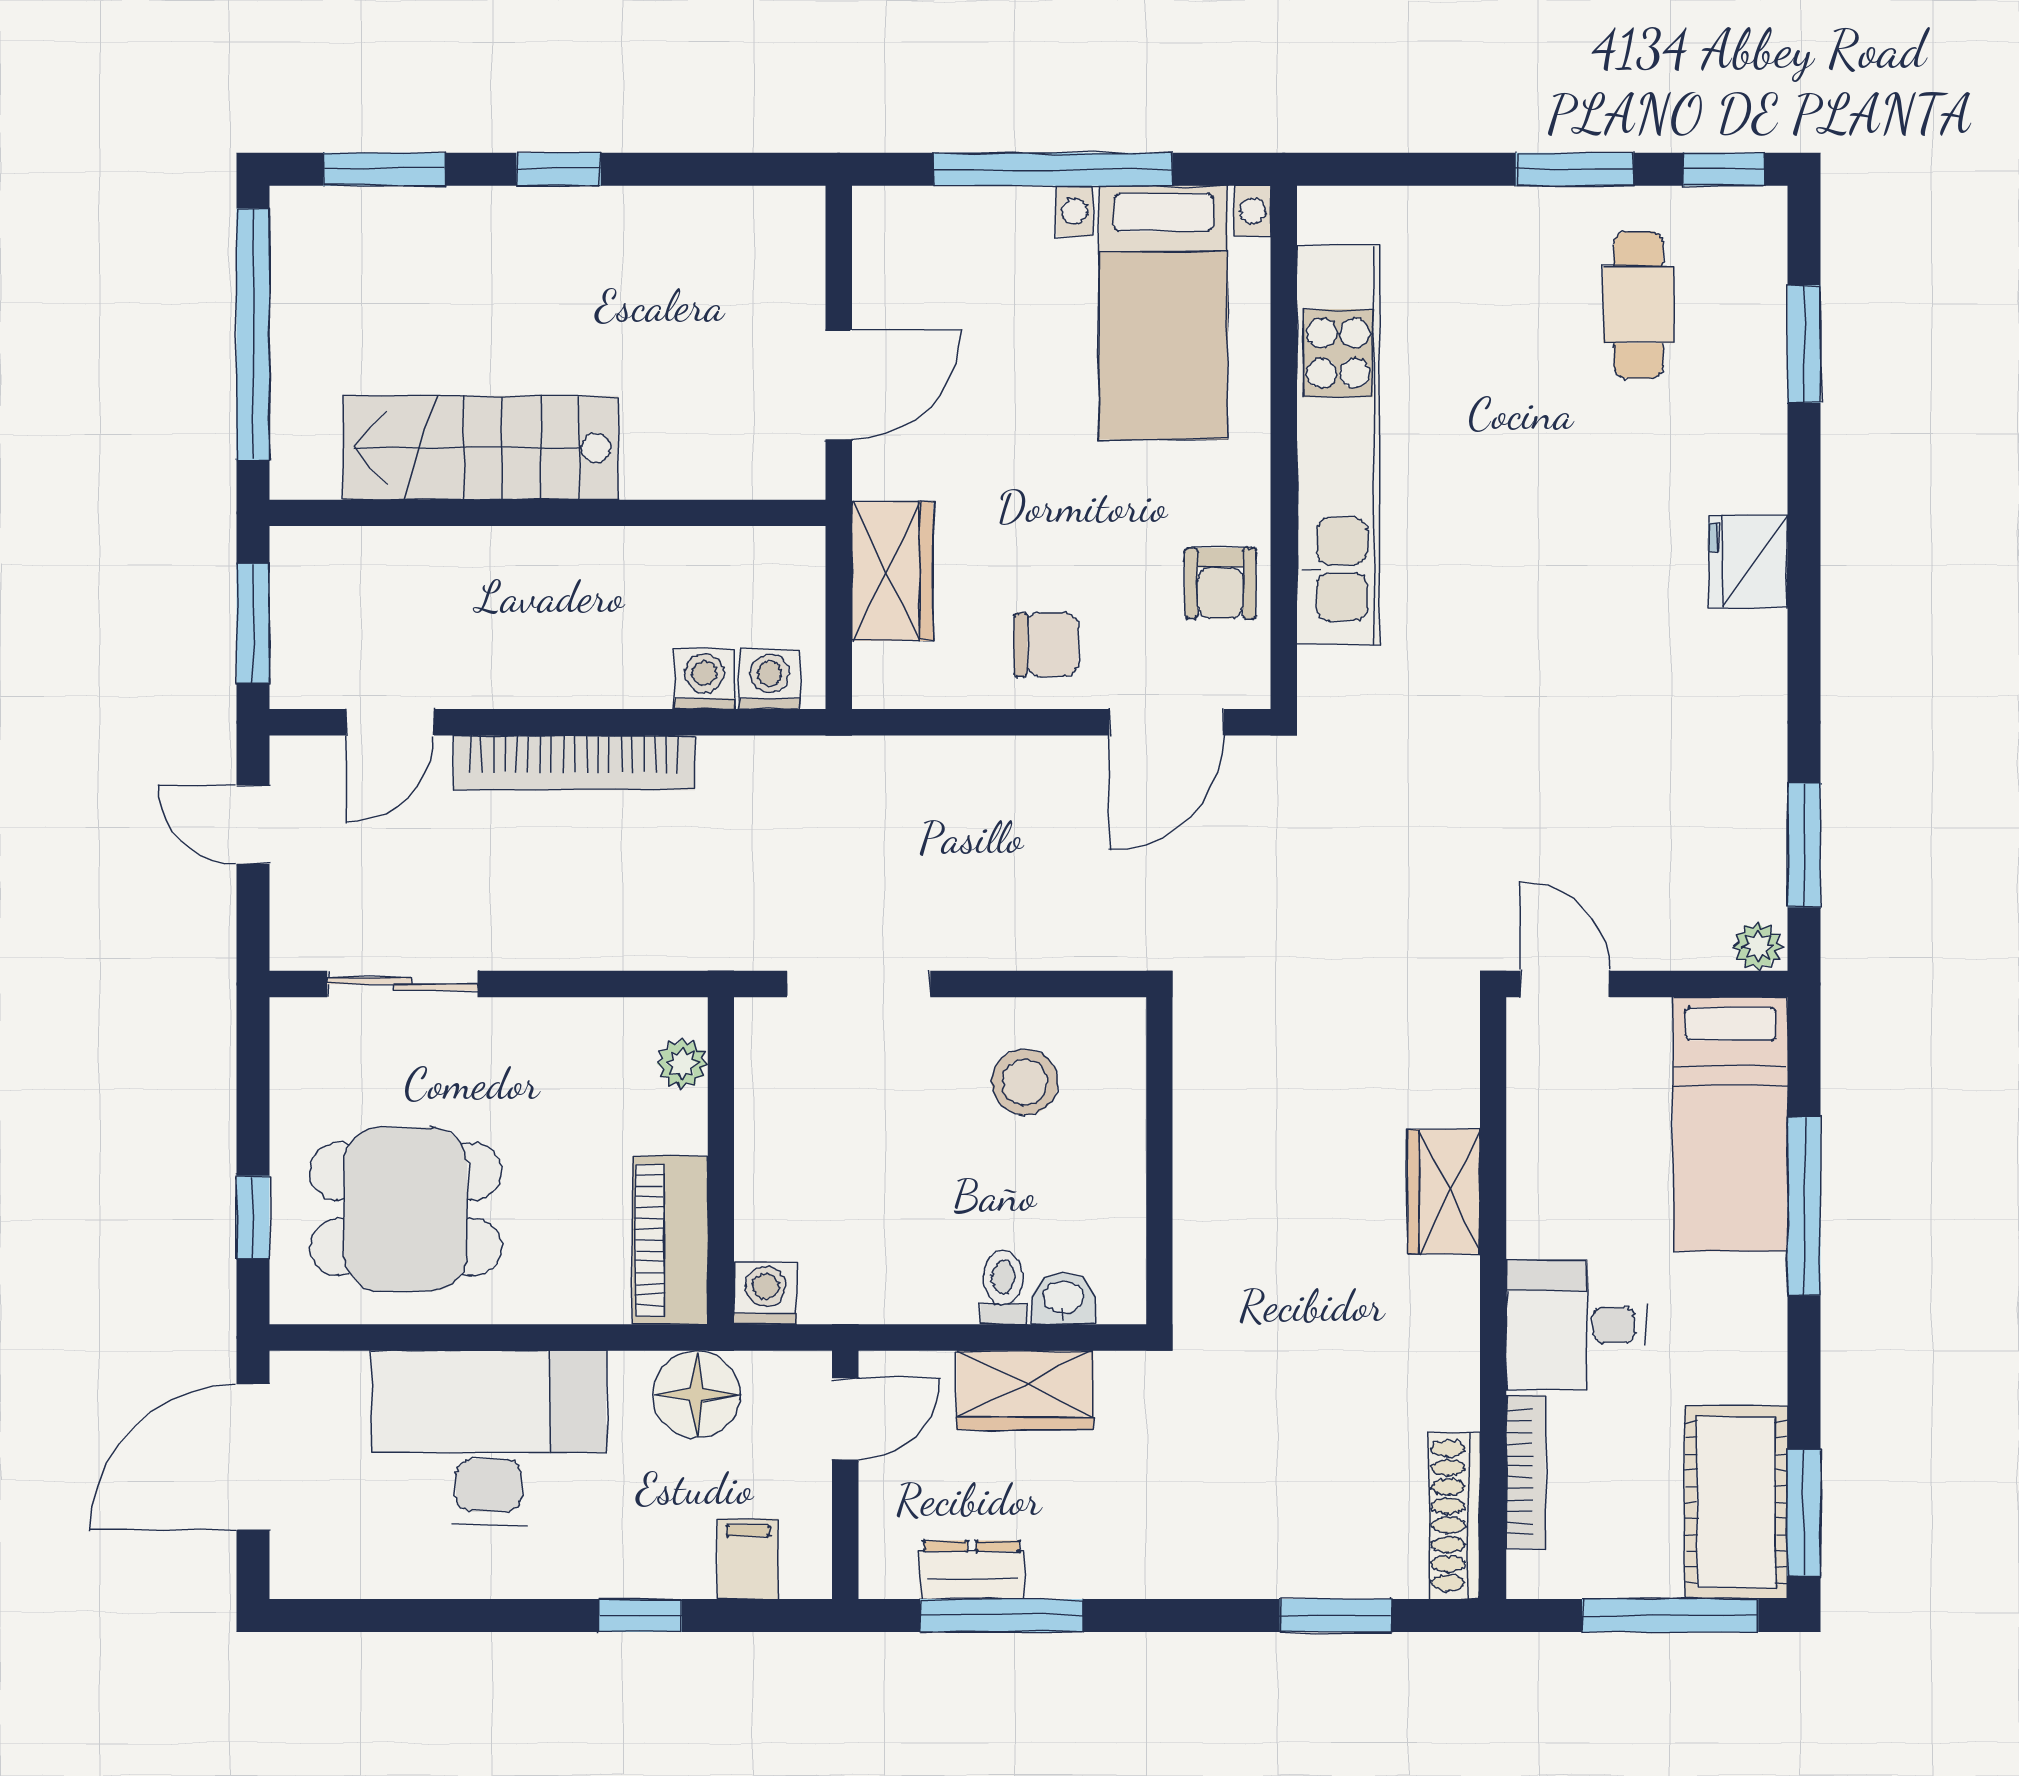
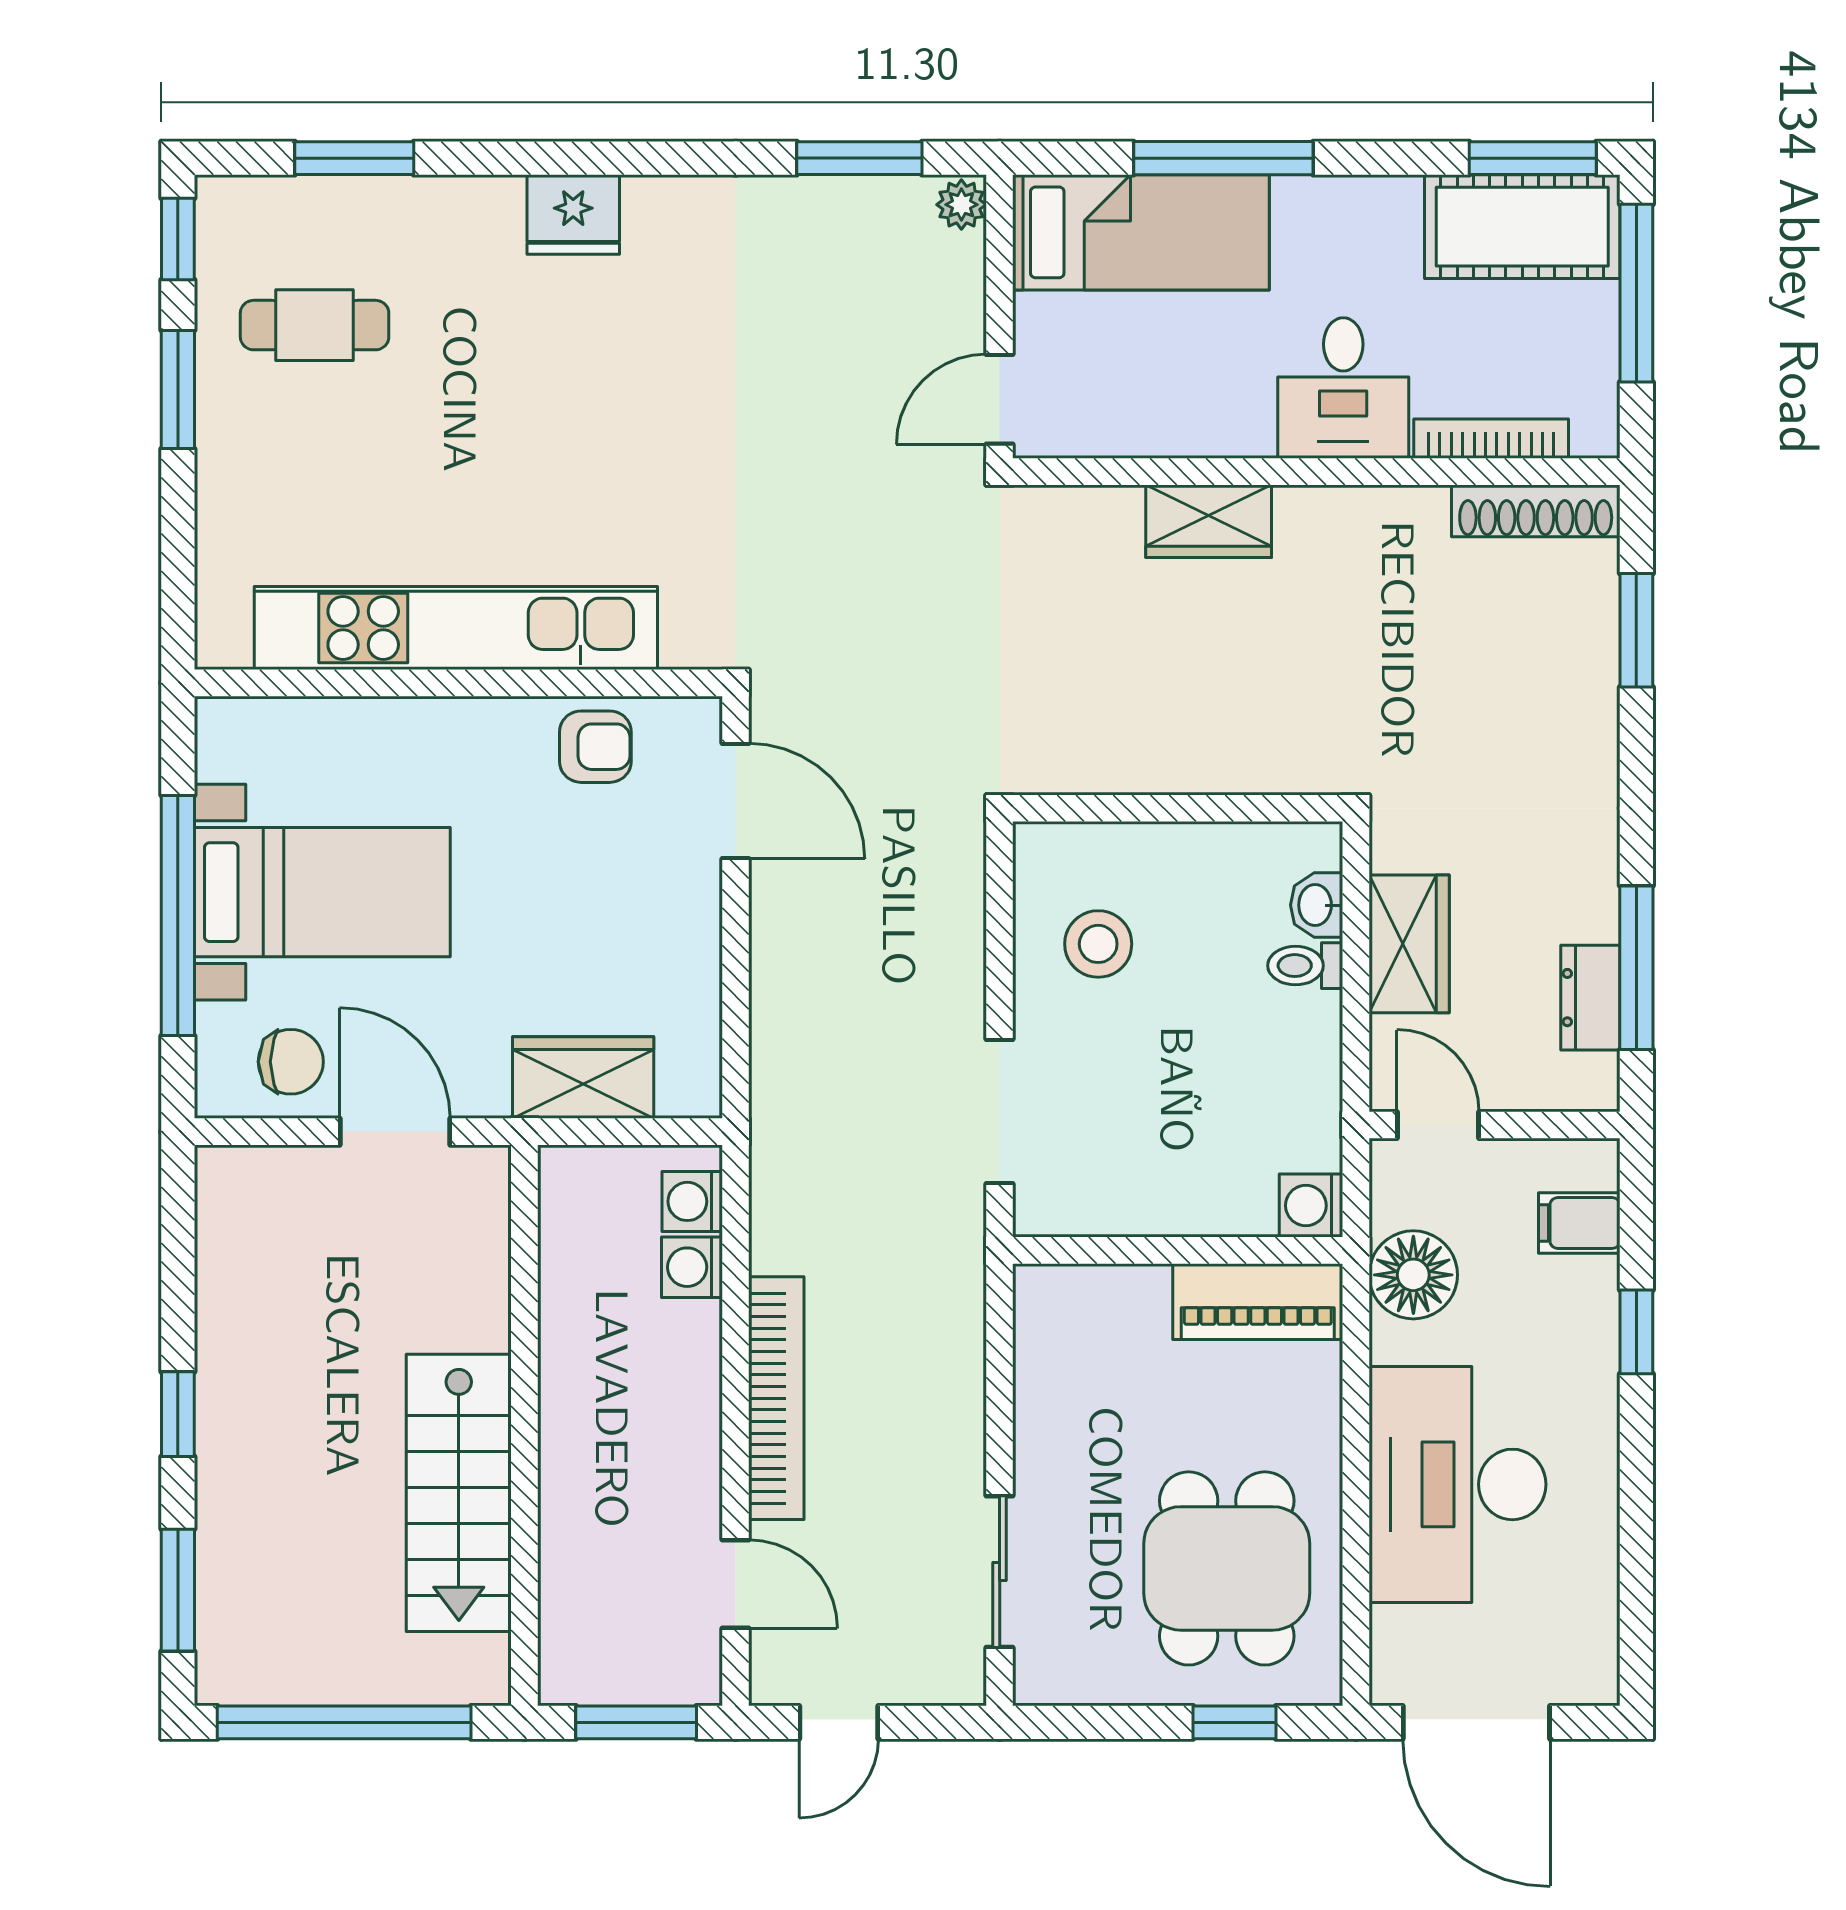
bed with nightstands: (1163, 312) -> (322, 892), moved
chair: (1046, 645) -> (291, 1062), moved, turned 90
plant: (682, 1064) -> (1080, 1289), removed

